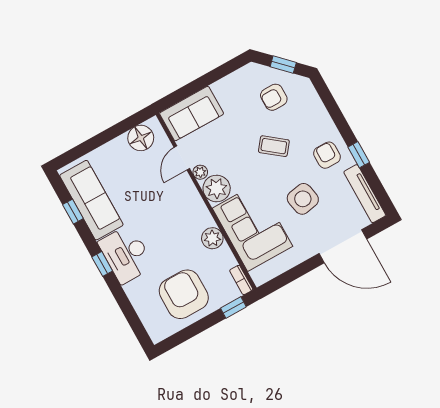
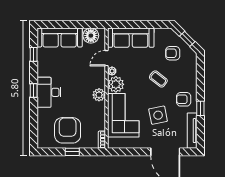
sofa: (192, 114) -> (131, 38), width x1.36
armchair: (327, 155) -> (184, 99), turned -90
sofa: (91, 200) -> (60, 37), moved, turned 90
plant: (212, 238) -> (99, 95), moved
window: (233, 307) -> (72, 152), moved

